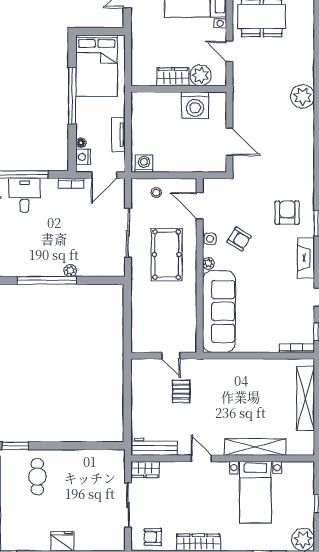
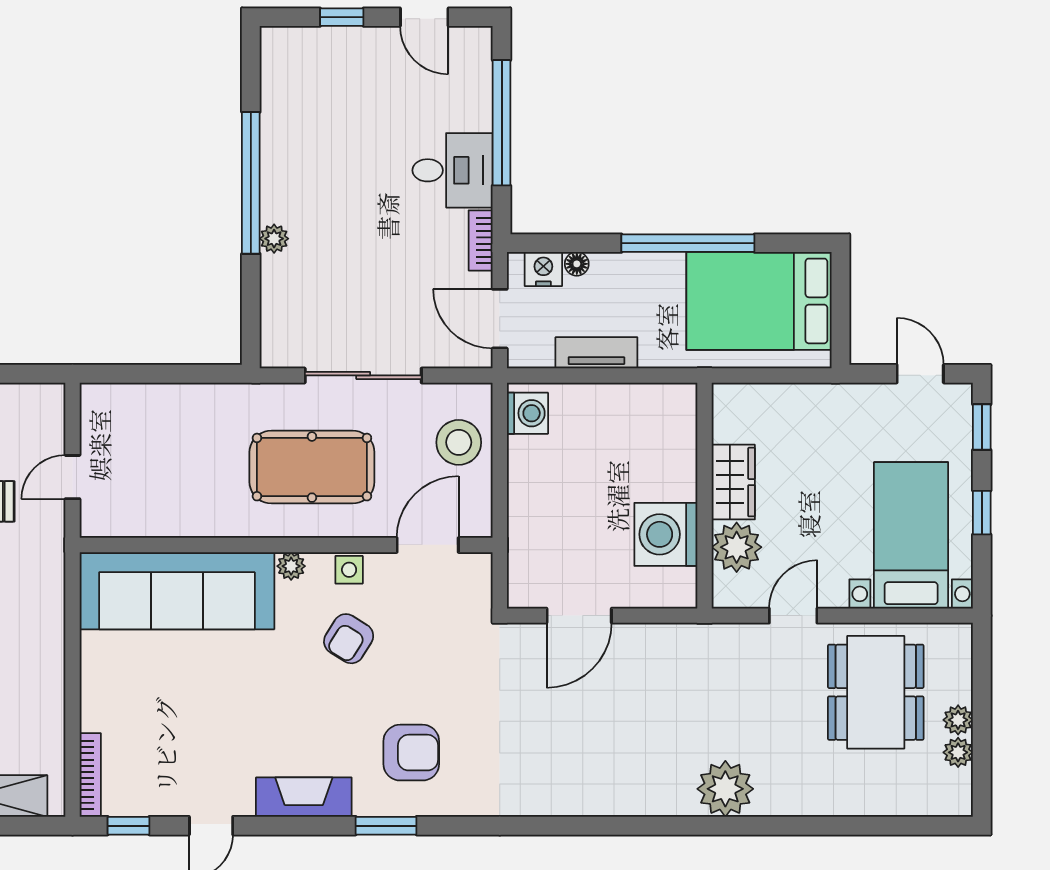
plant: (302, 96) -> (725, 789), moved
stool: (156, 193) -> (459, 442), width x1.89, depth x1.89
desk: (25, 195) -> (453, 170), moved

